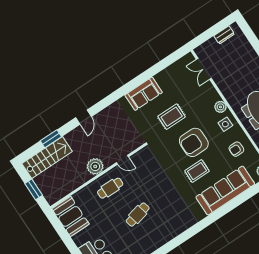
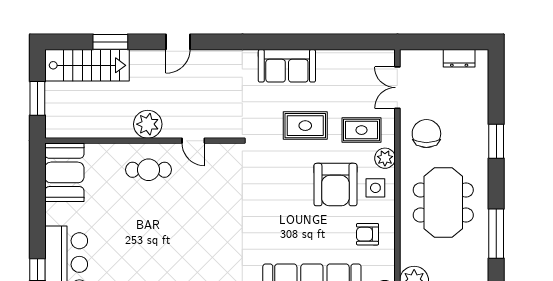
chair: (233, 82) -> (426, 134), added
armchair: (194, 142) -> (335, 185), moved, turned -90
rug: (197, 171) -> (362, 130), moved
cafe table: (138, 215) -> (163, 234), removed

